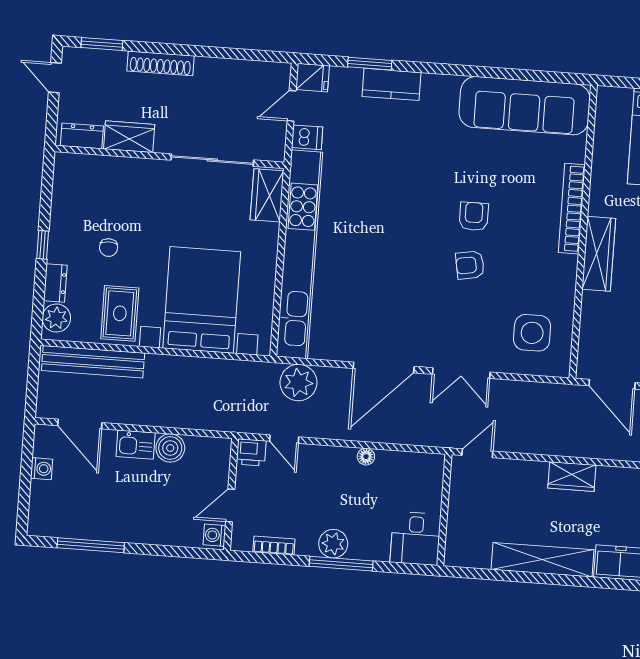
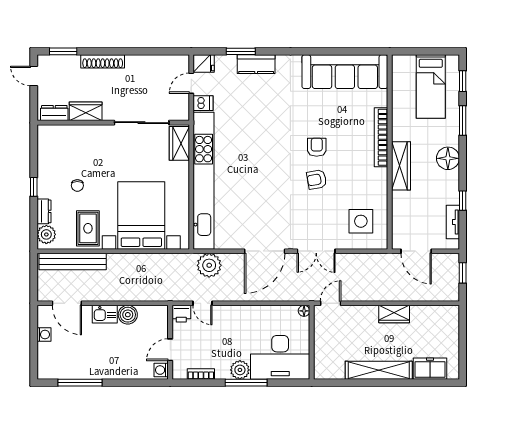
floor lamp: (366, 457) -> (304, 311), moved
desk: (415, 538) -> (280, 357), width x1.87, depth x1.30

